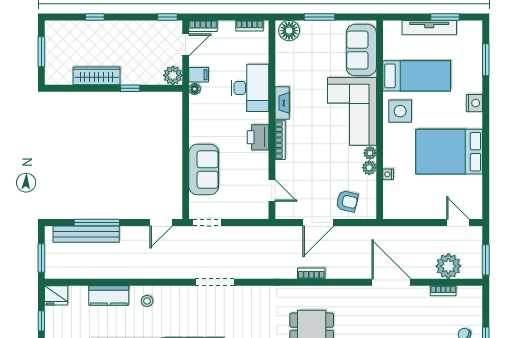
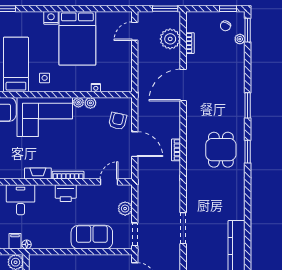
desk: (250, 88) -> (21, 200), width x0.73
nightstand: (474, 103) -> (51, 18), moved
side table: (400, 111) -> (45, 78), width x0.54, depth x0.54
plant: (239, 211) -> (125, 209), added

